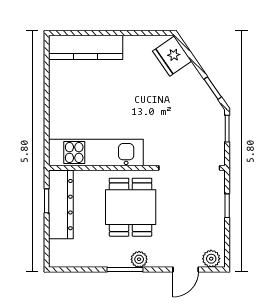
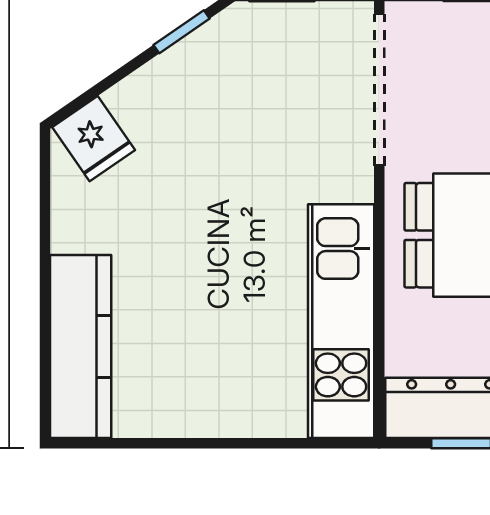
fridge: (172, 56) -> (94, 139), width x0.72

